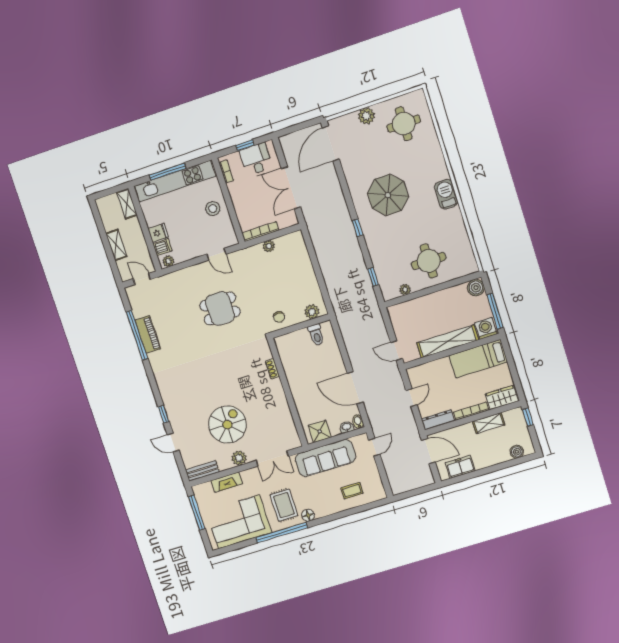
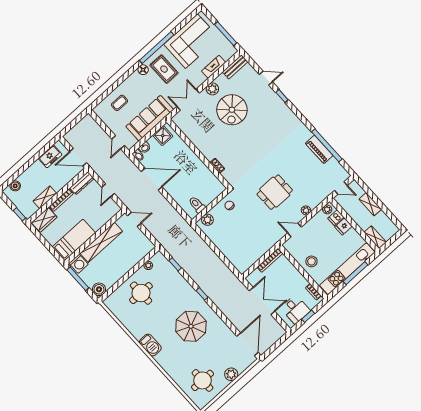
plant: (269, 246) -> (306, 210), moved

